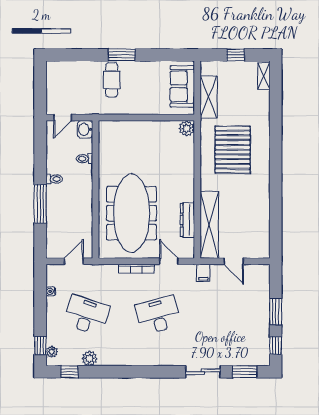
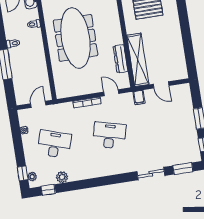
meeting table: (132, 213) -> (76, 38), moved
desk: (158, 315) -> (109, 135), turned 30

